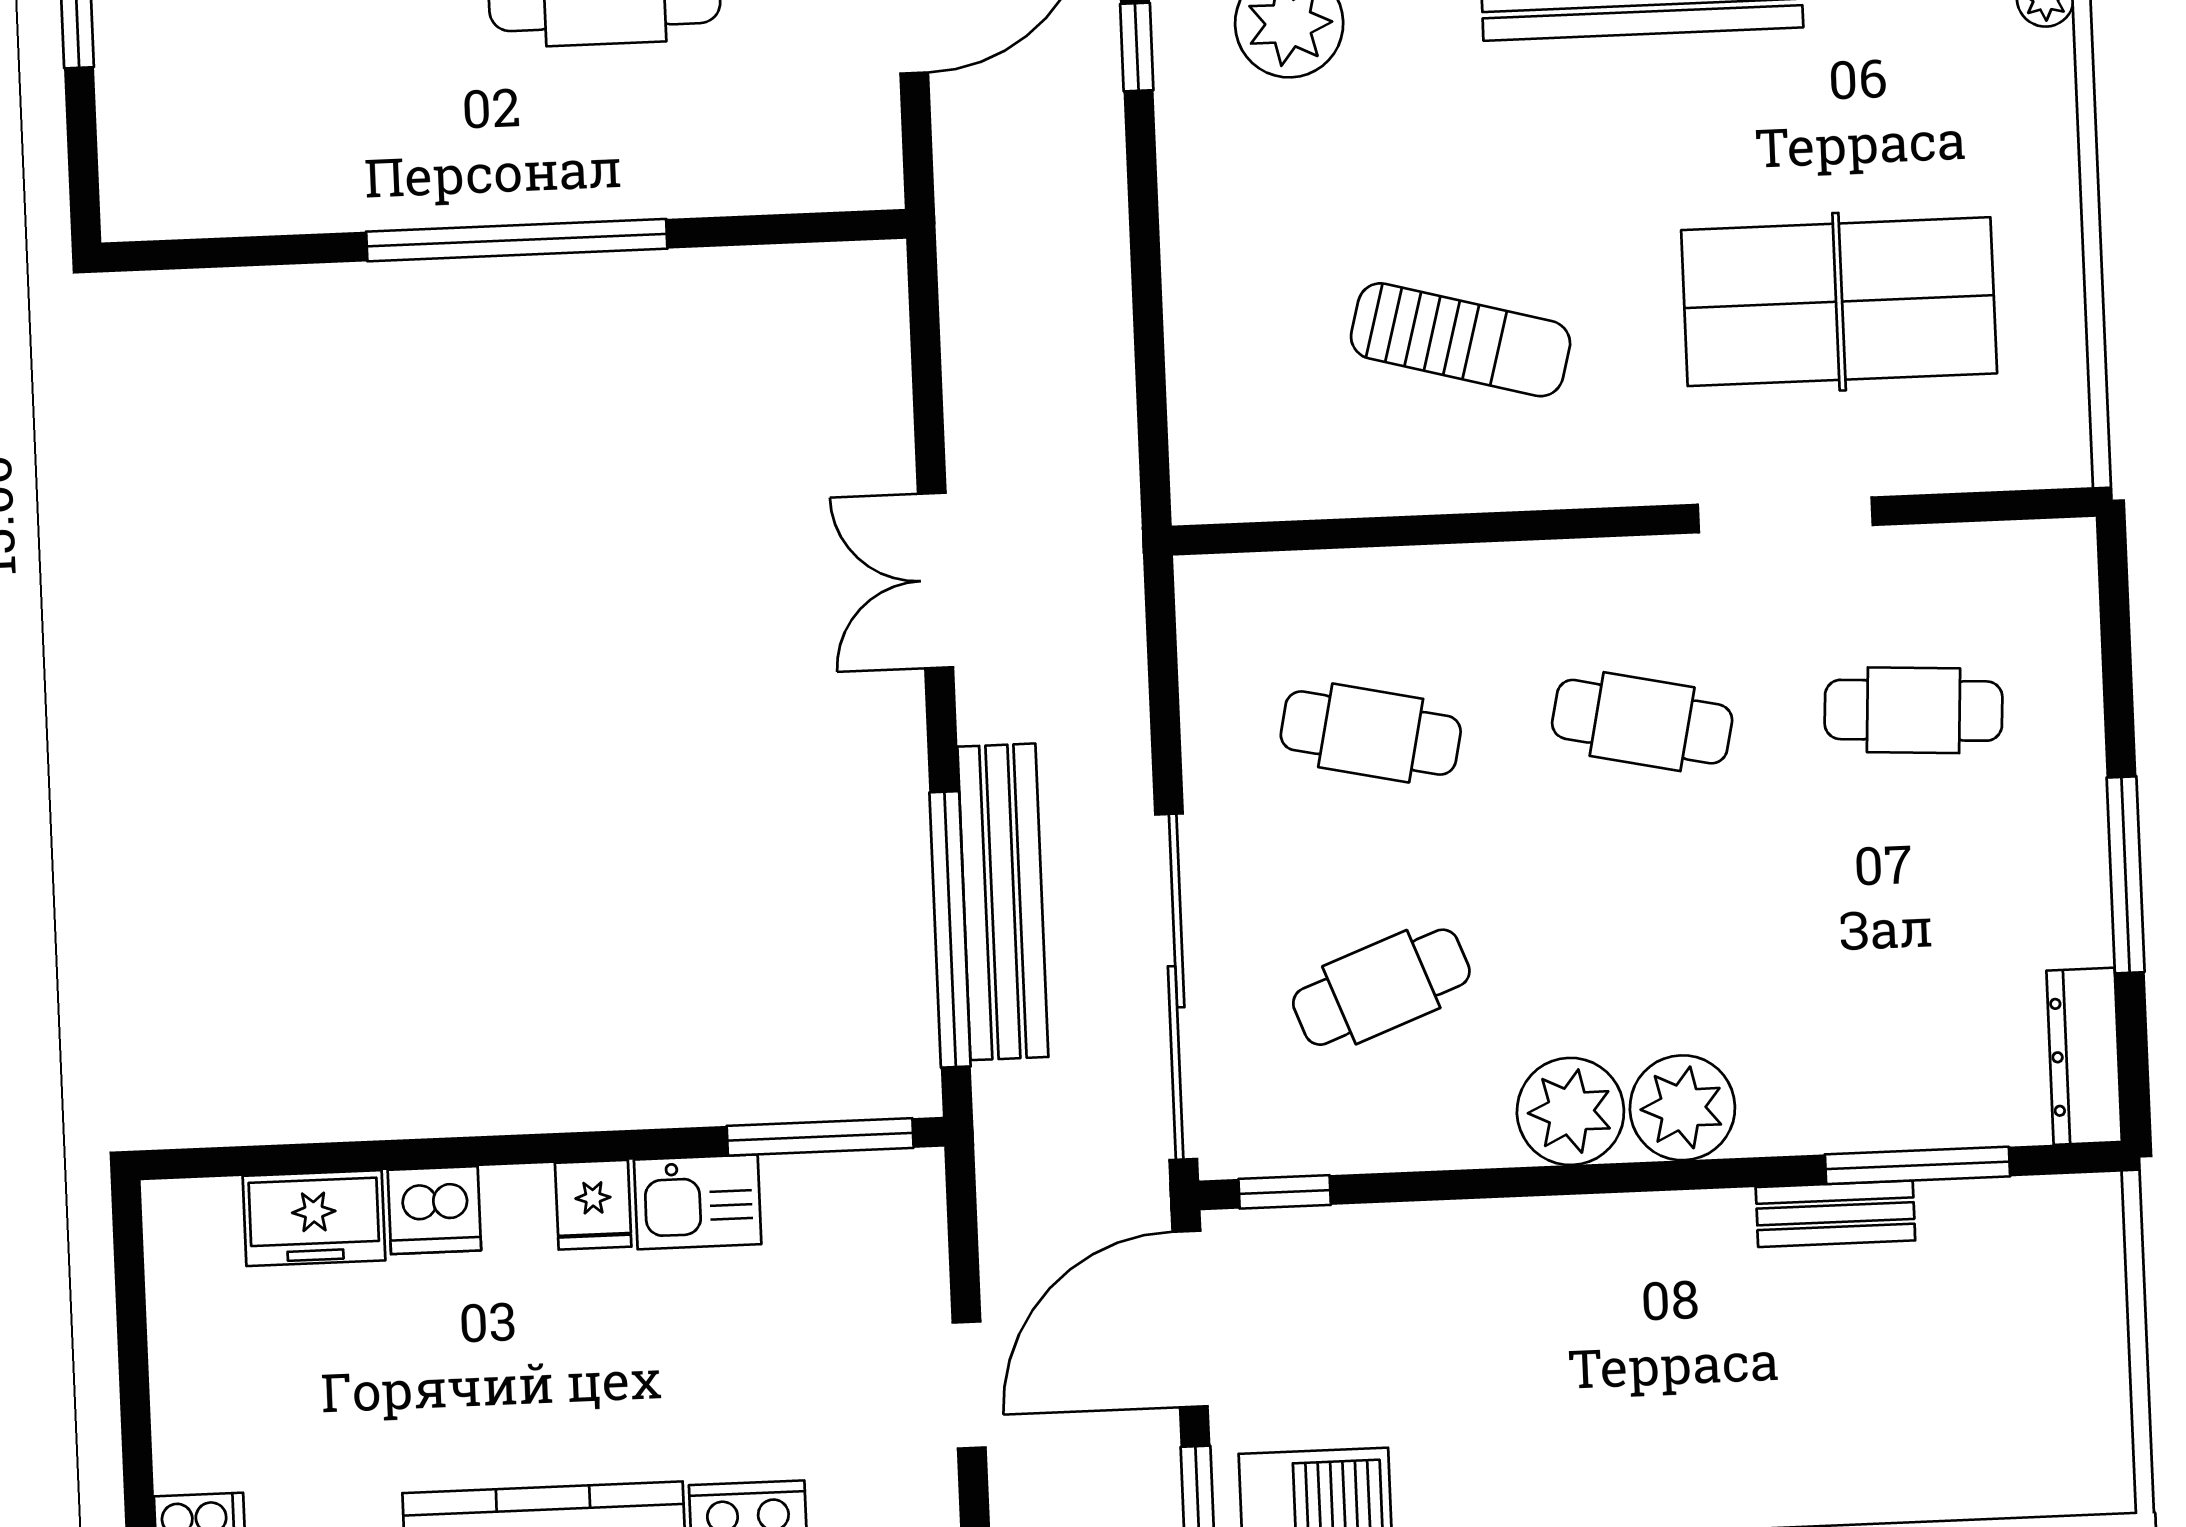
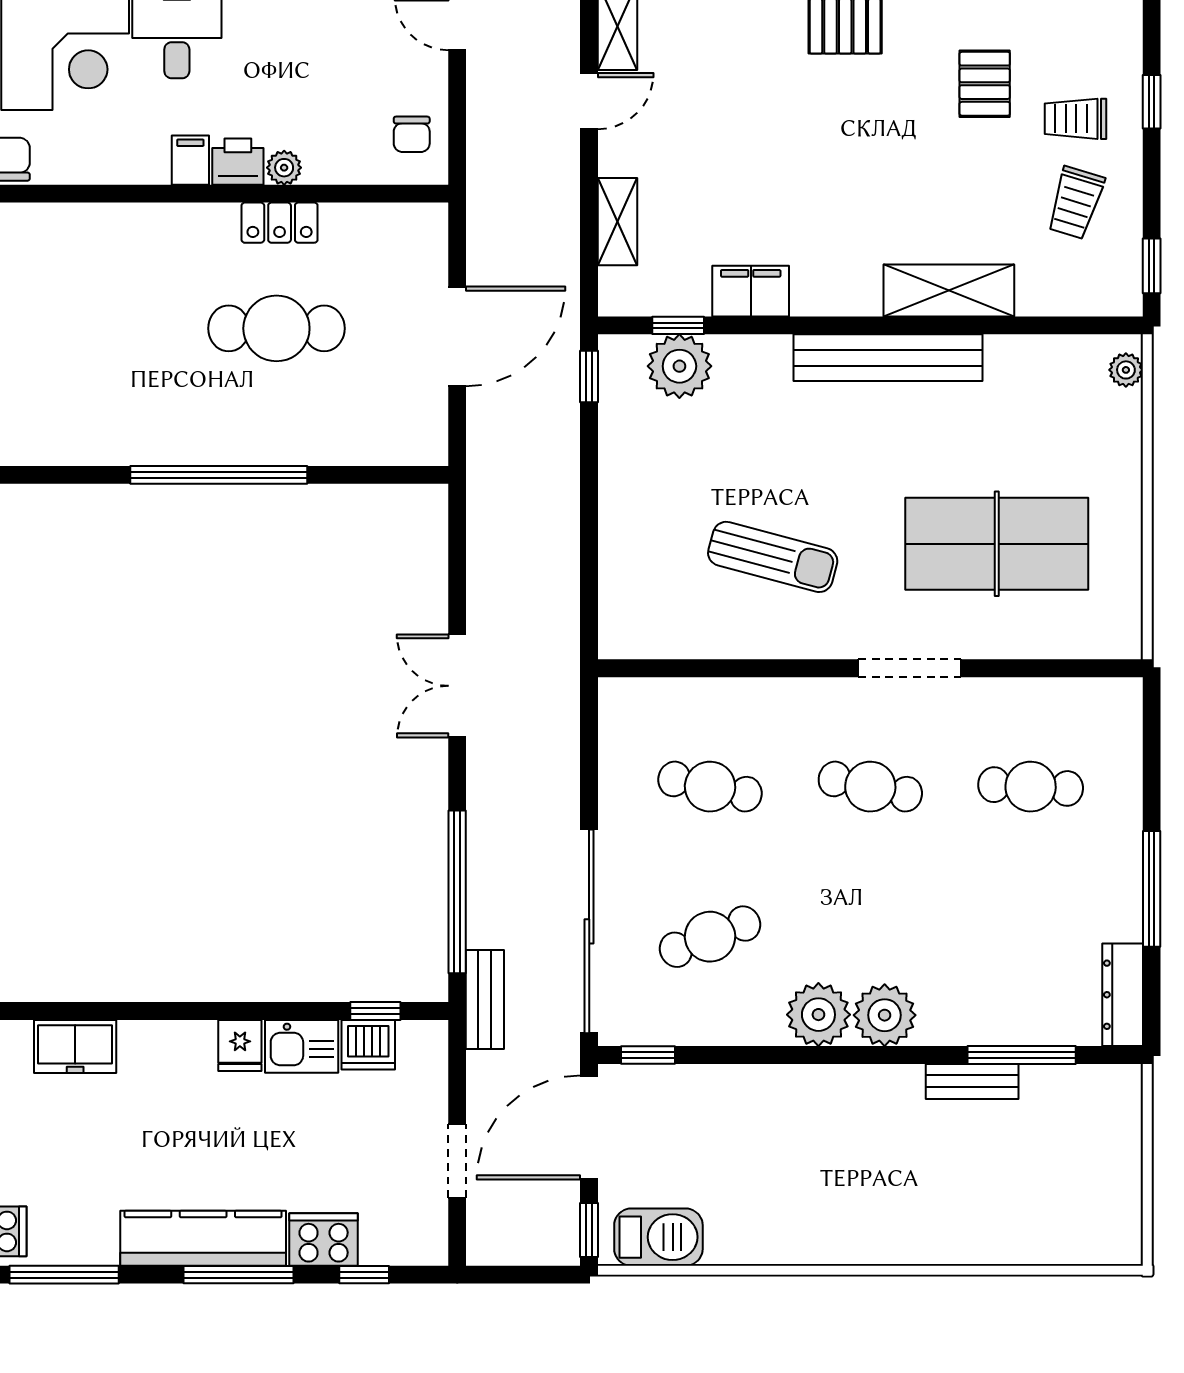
doorway: (1785, 515) -> (909, 668), moved
bench: (1003, 902) -> (485, 999), moved, width x0.54, depth x0.82
window: (820, 1137) -> (375, 1011), width x0.46
dishwasher: (434, 1210) -> (368, 1045), moved

